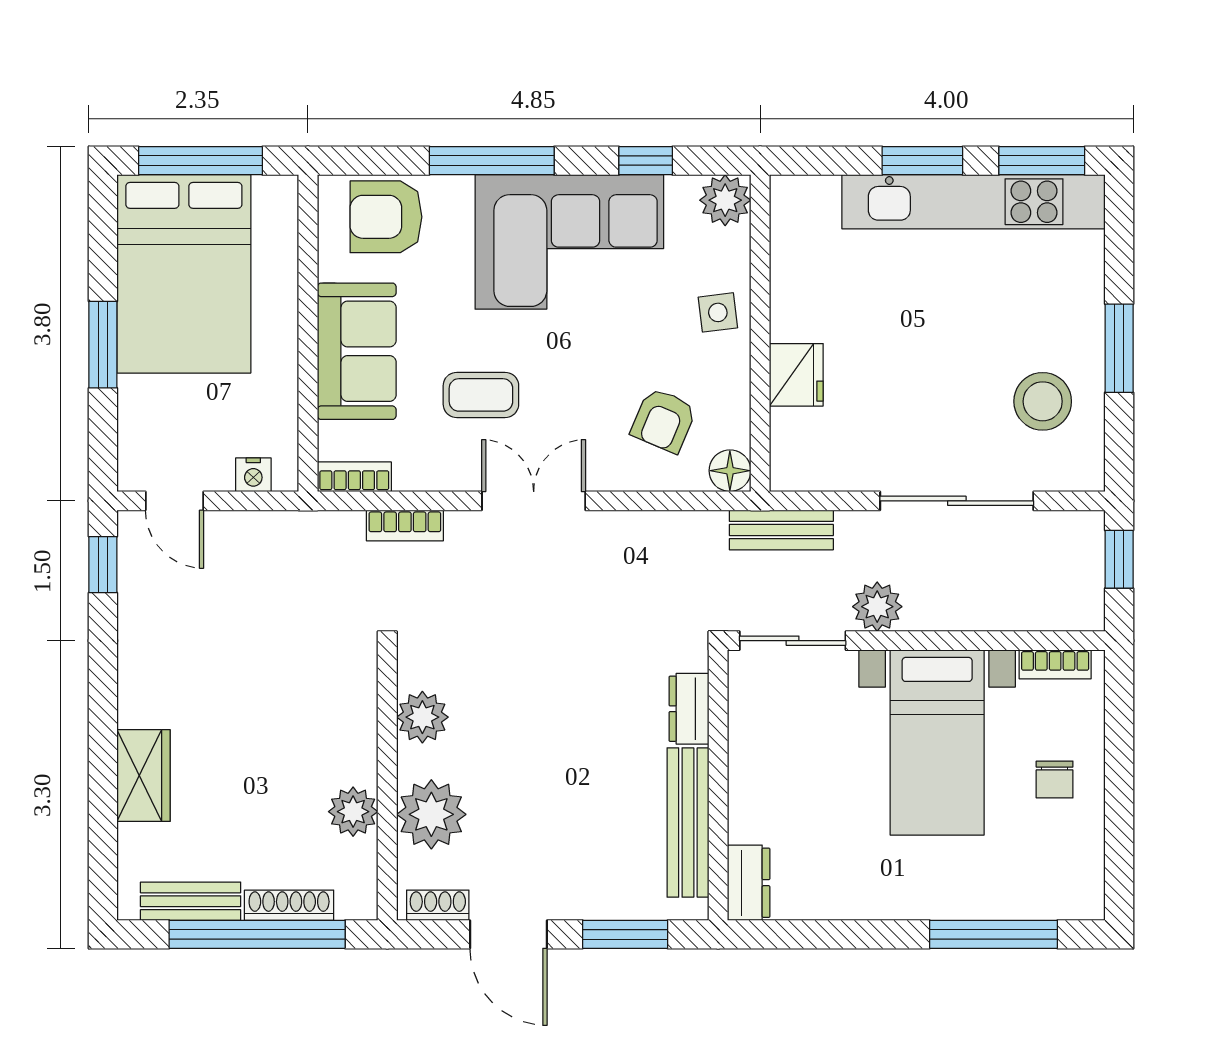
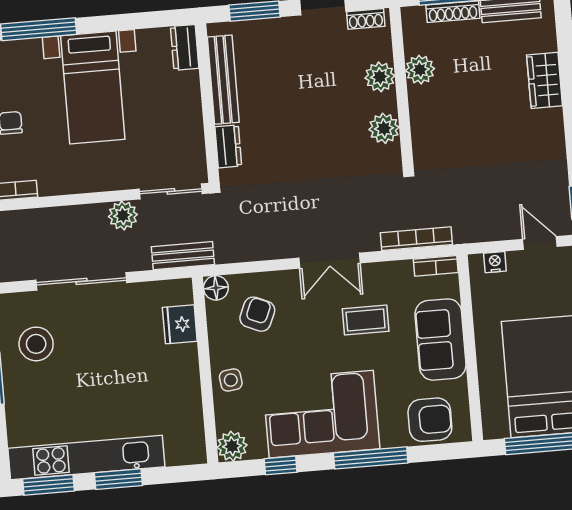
fridge: (796, 375) -> (180, 324), moved
bookcase: (405, 526) -> (416, 239), width x1.56
bed with nightstands: (937, 743) -> (93, 88), moved, turned 180
plant: (431, 814) -> (380, 77), width x0.73, depth x0.73

